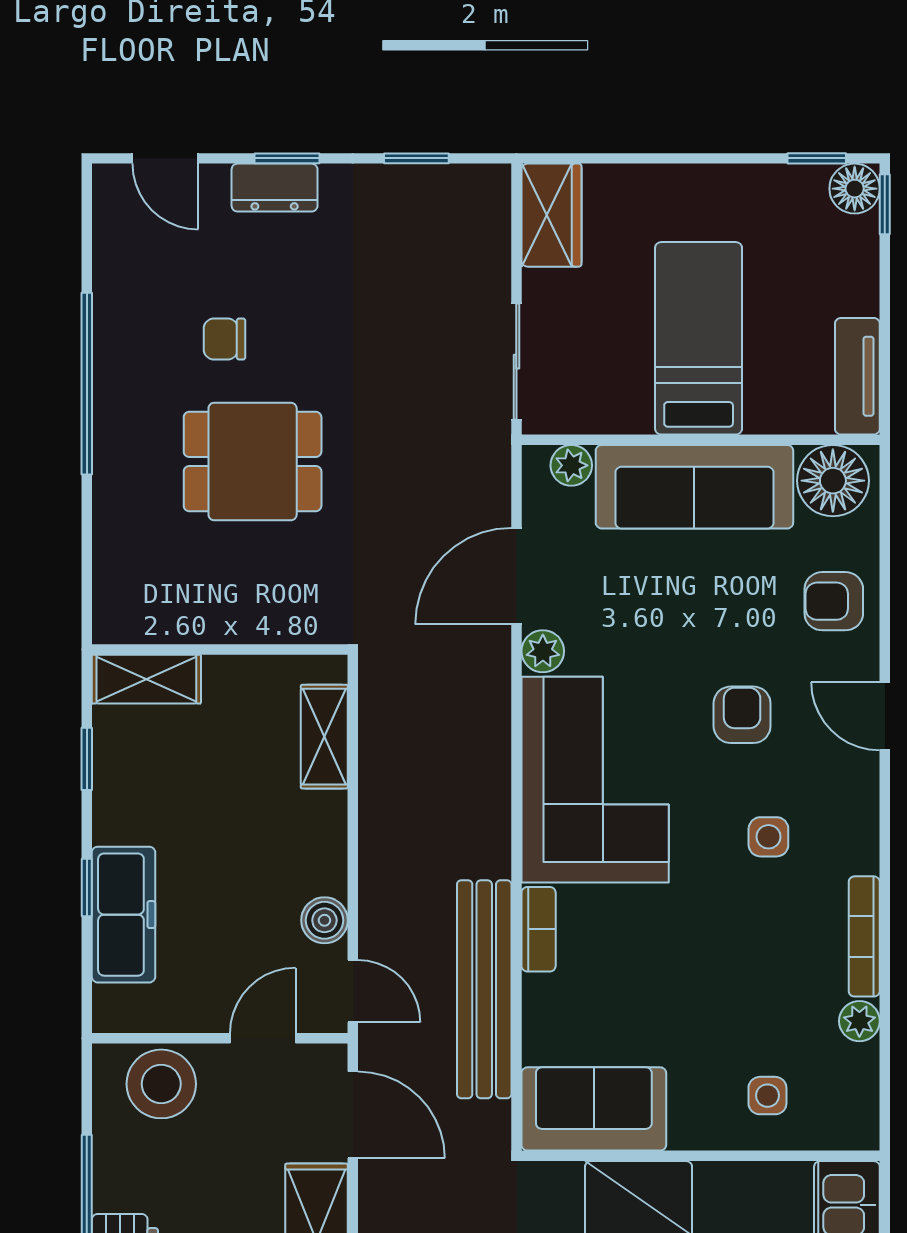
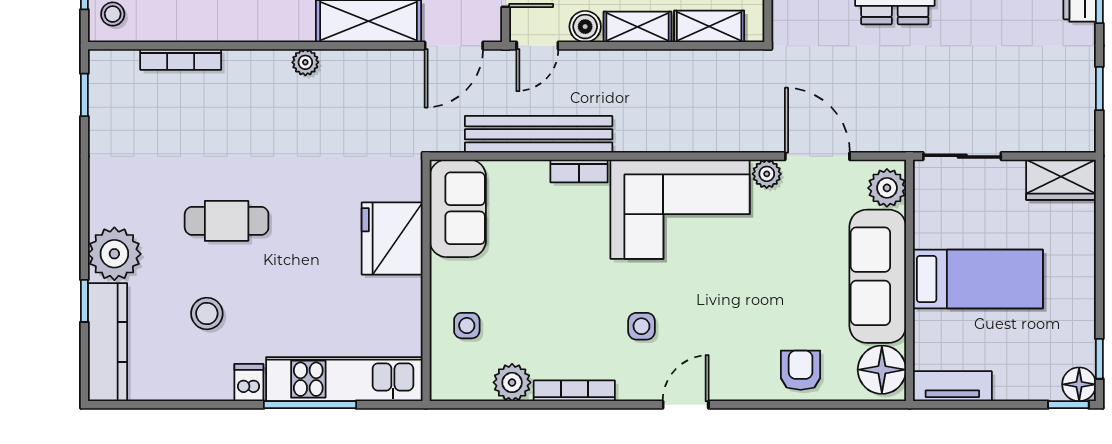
plant: (571, 465) -> (887, 188), width x1.38, depth x1.38
armchair: (742, 715) -> (724, 308), removed
door: (885, 716) -> (686, 405), moved
shelving: (325, 843) -> (637, 27), added
plant: (859, 1021) -> (512, 382), width x1.38, depth x1.38

